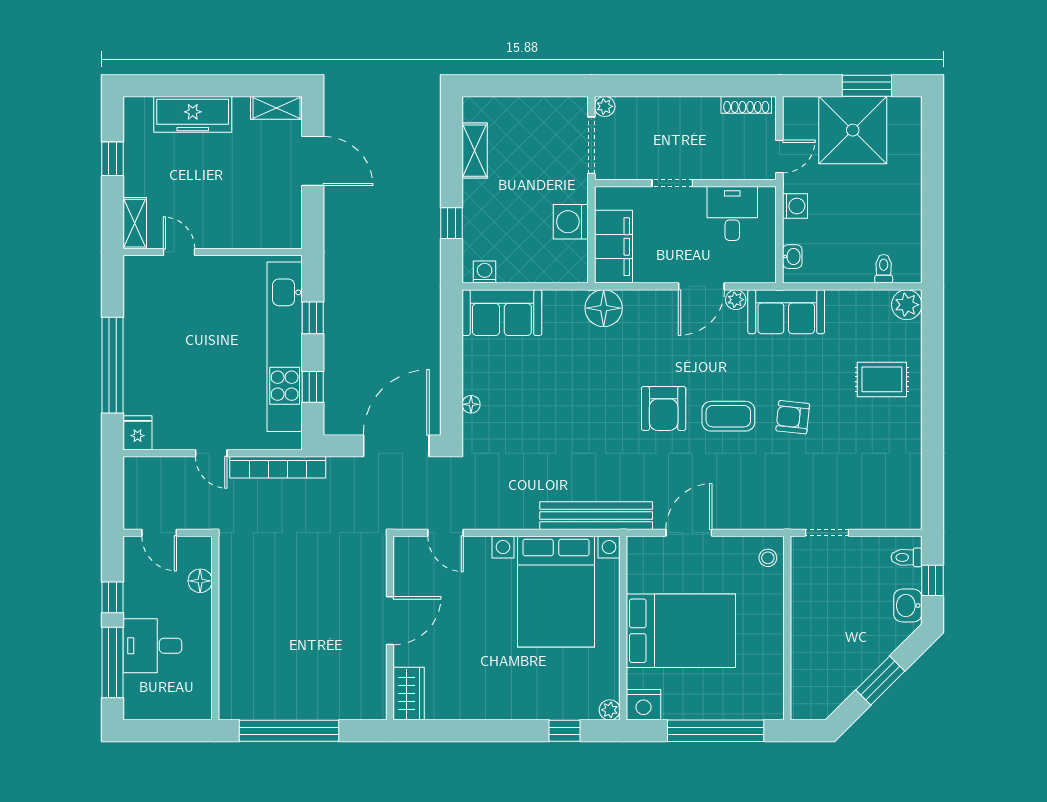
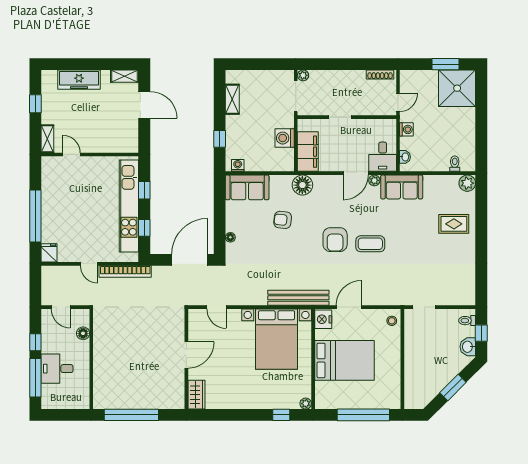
shower: (853, 130) -> (457, 88), moved
desk: (732, 213) -> (383, 157), moved, turned 180
armchair: (793, 417) -> (283, 220), moved
nightstand: (643, 705) -> (323, 319), moved, turned 90

